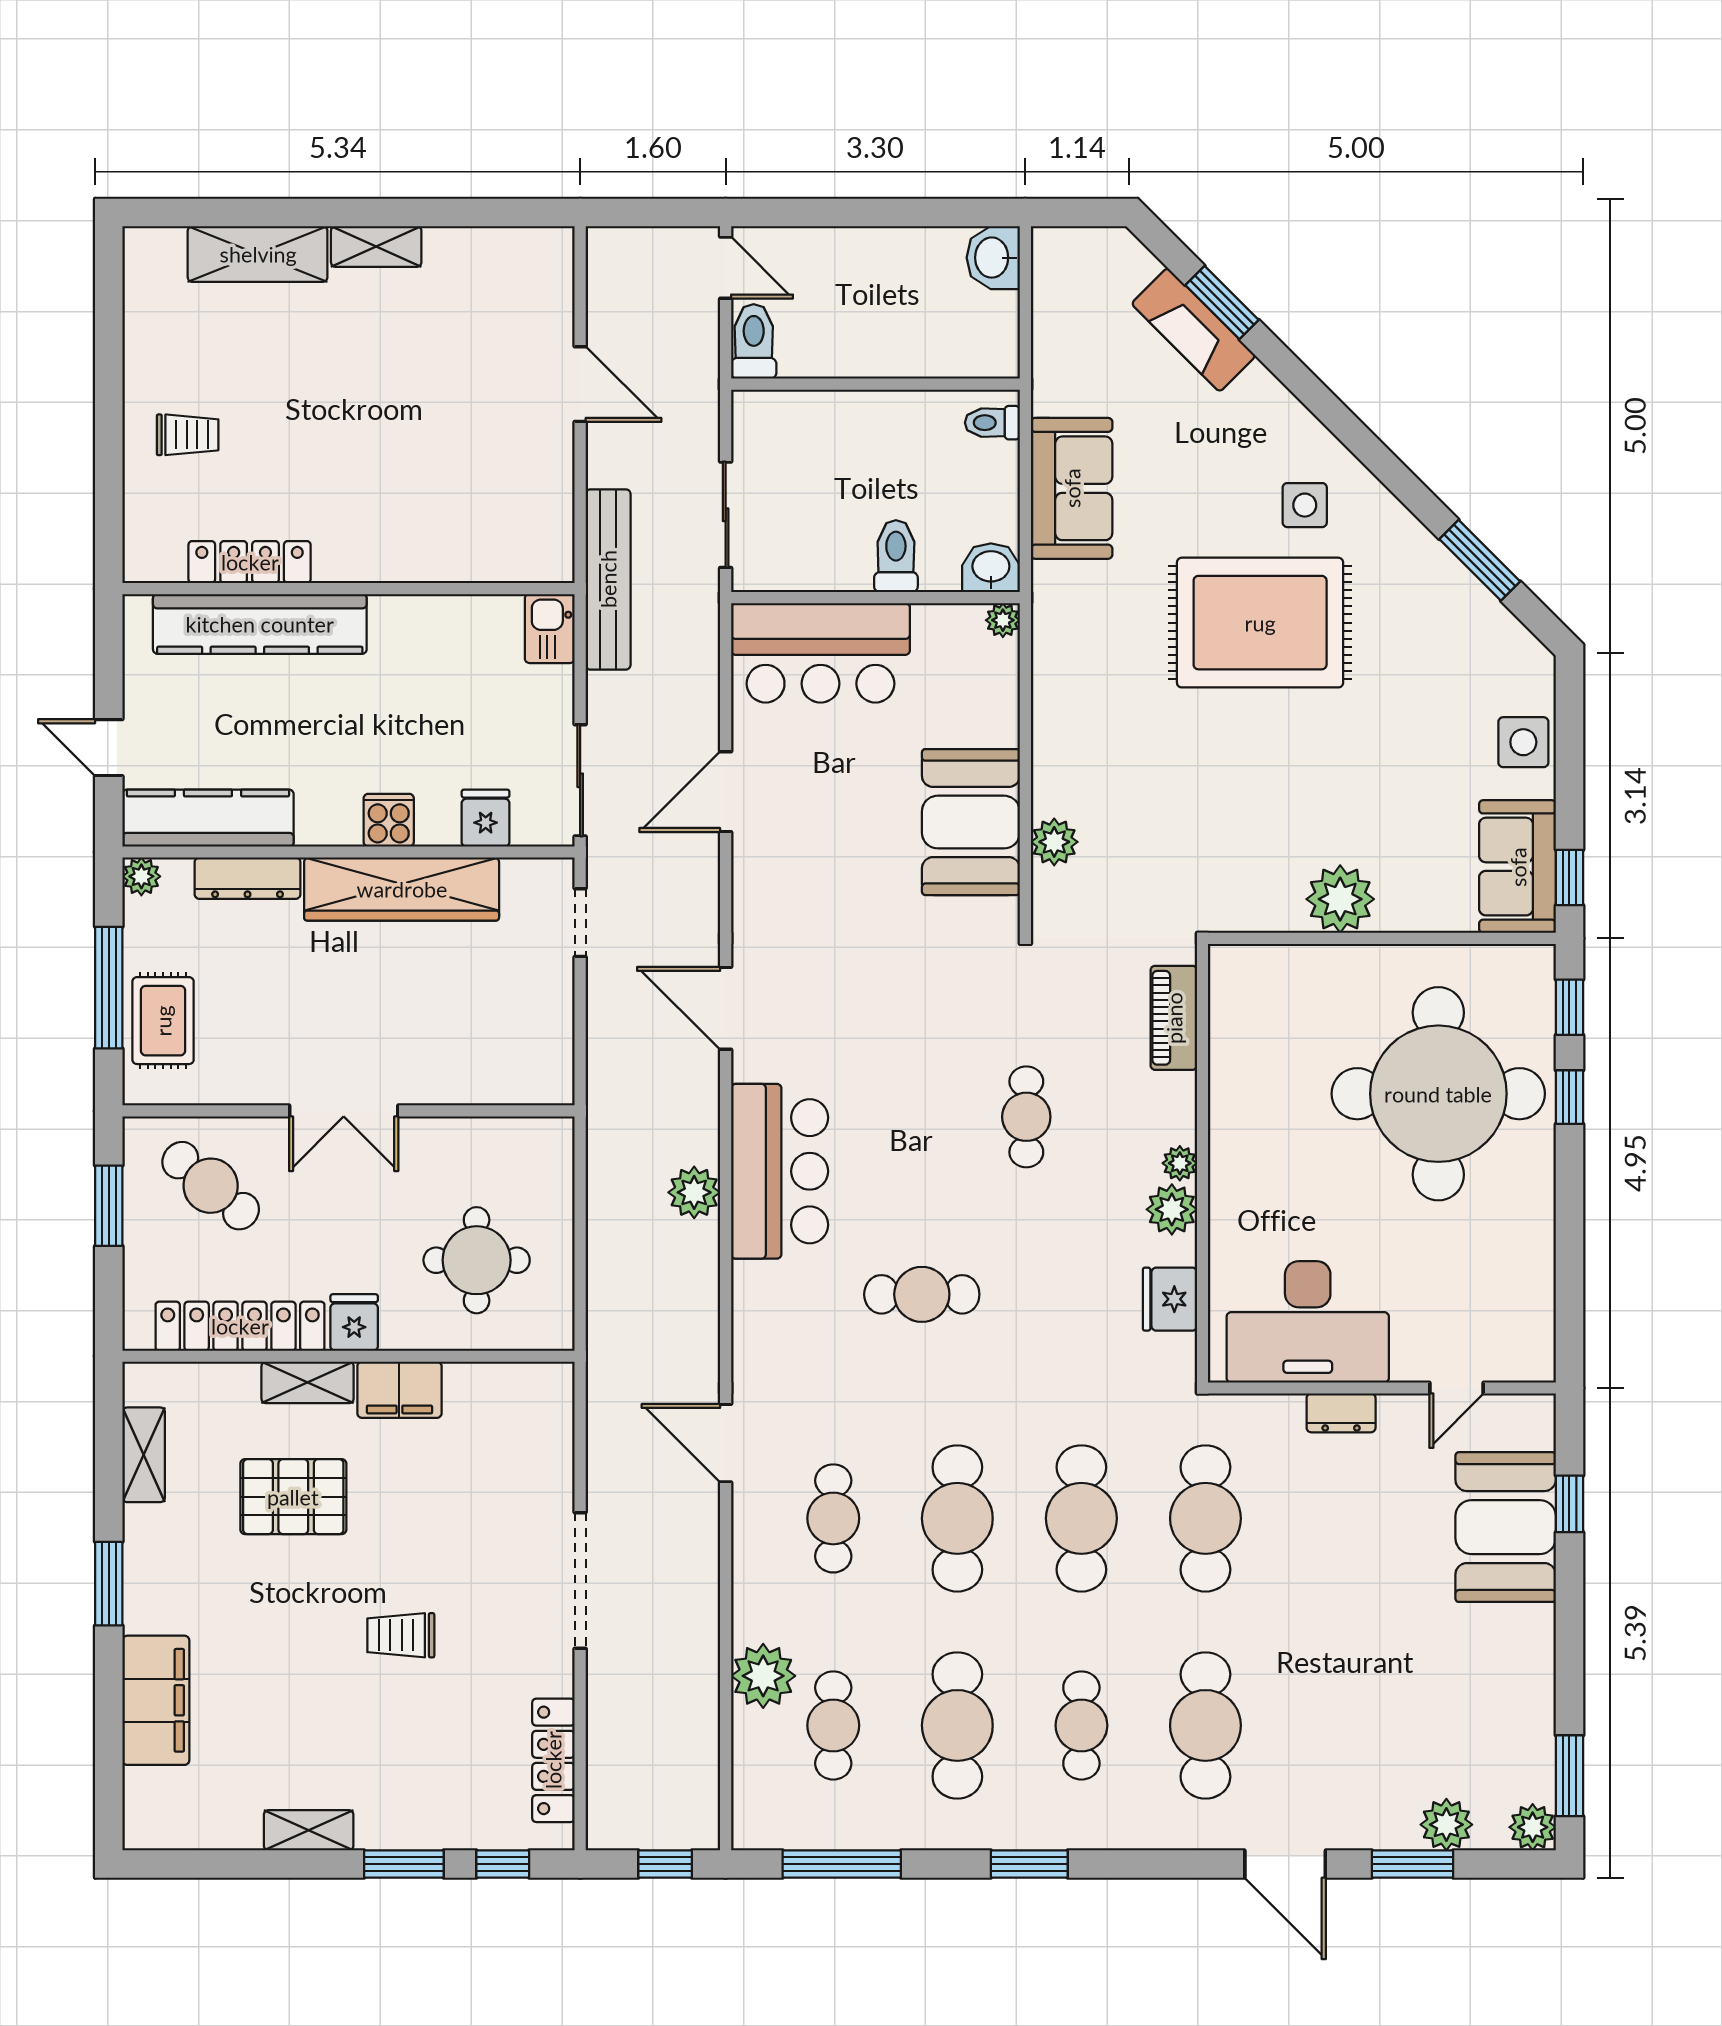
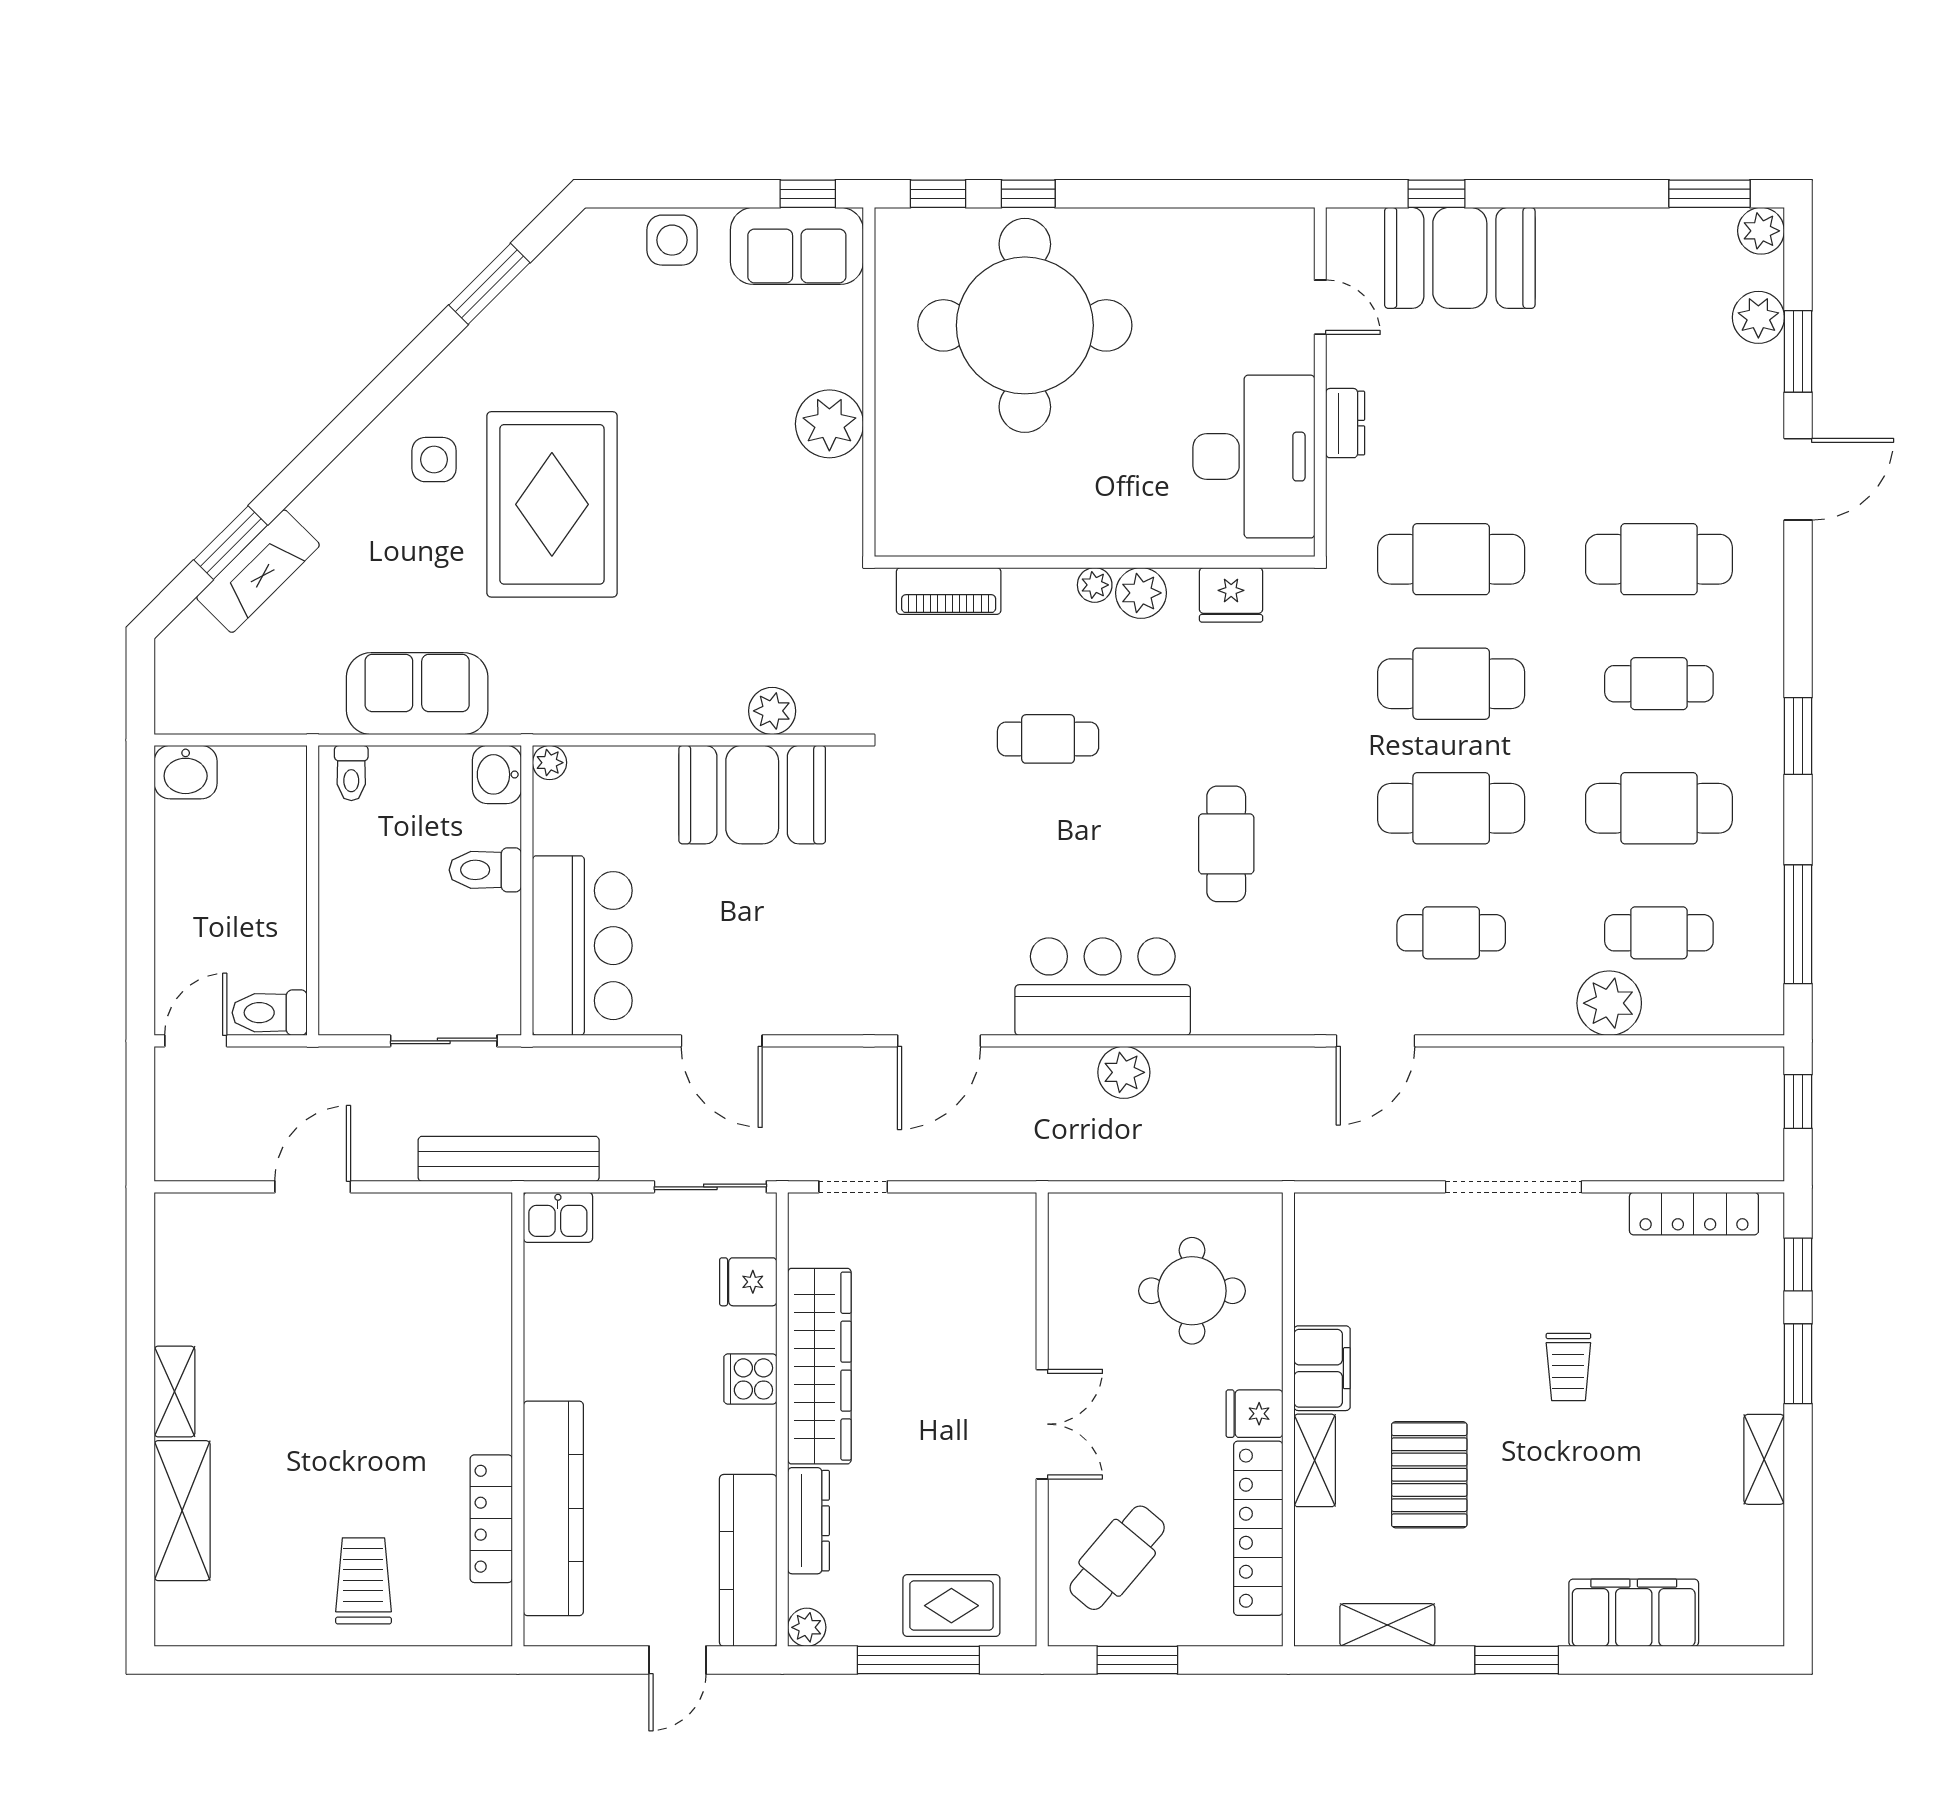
trolley: (188, 435) -> (363, 1581), width x1.36, depth x1.39

